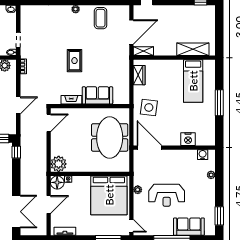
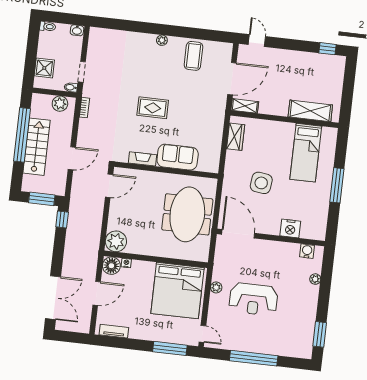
rug: (74, 61) -> (153, 108), turned 90
side table: (149, 107) -> (261, 183), moved
sofa: (189, 227) -> (278, 344), removed

